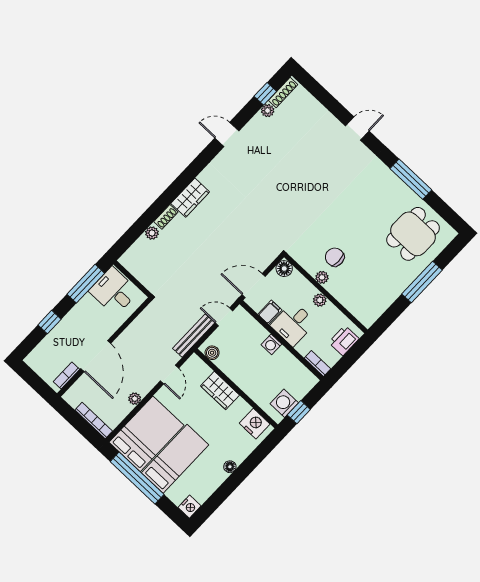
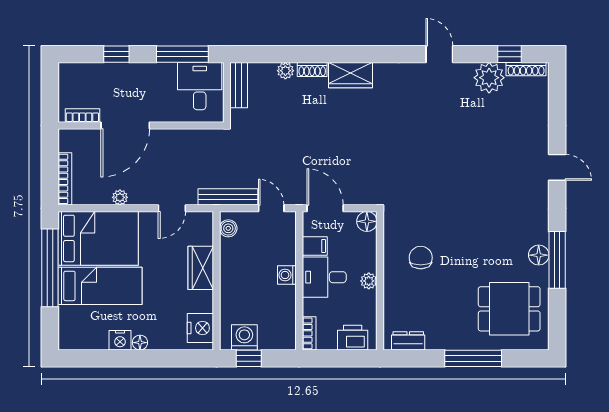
plant: (268, 111) -> (489, 78), width x1.88, depth x1.88
floor lamp: (398, 187) -> (539, 255), added
bench: (135, 268) -> (239, 85), added
plant: (322, 277) -> (391, 263), removed
dresser: (376, 310) -> (408, 341), added
nightstand: (190, 507) -> (120, 340), moved

